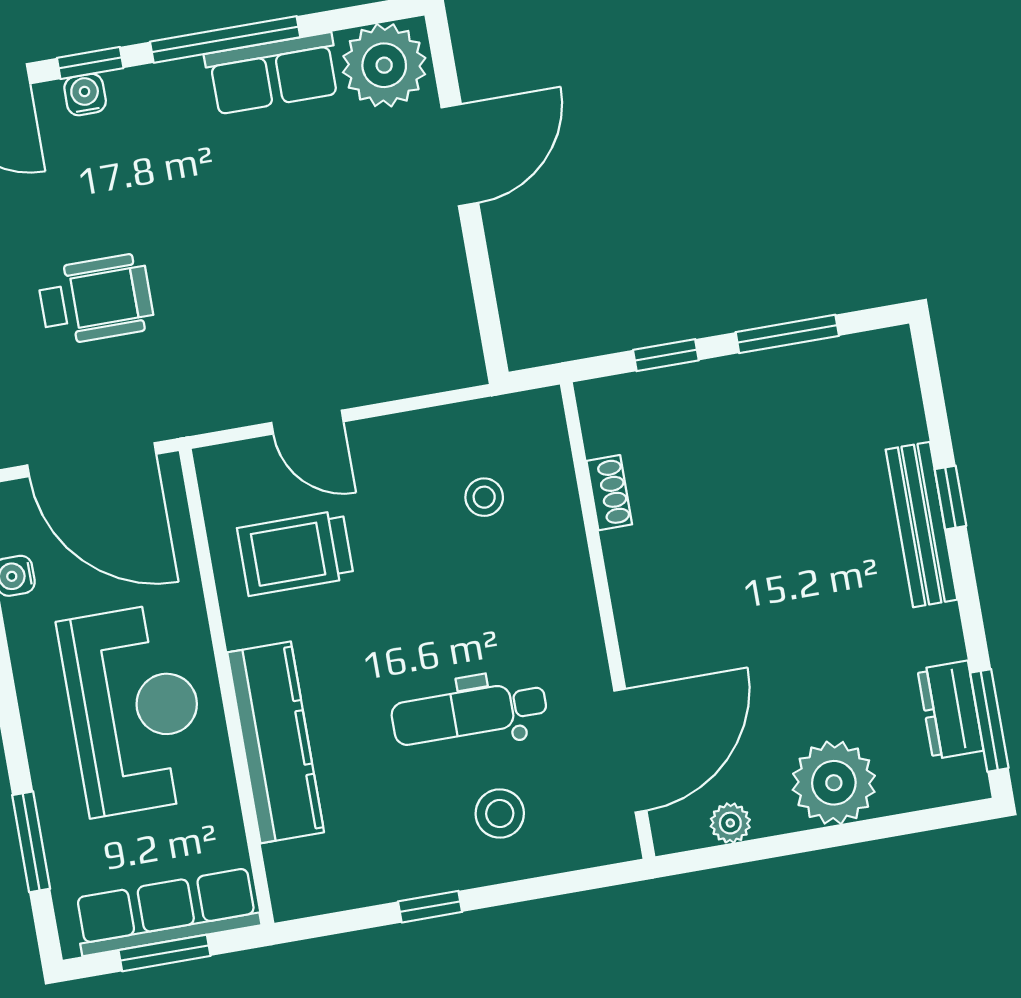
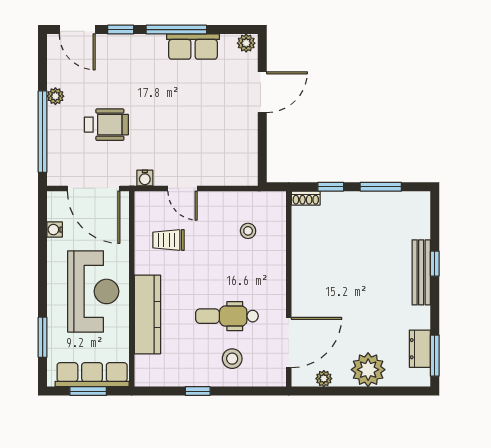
plant: (384, 65) -> (246, 43), width x0.53, depth x0.53
water cooler: (85, 95) -> (145, 178), moved, turned 180
shoe rack: (609, 493) -> (306, 198), moved, turned 90
trolley: (295, 553) -> (169, 240), width x0.73, depth x0.72

